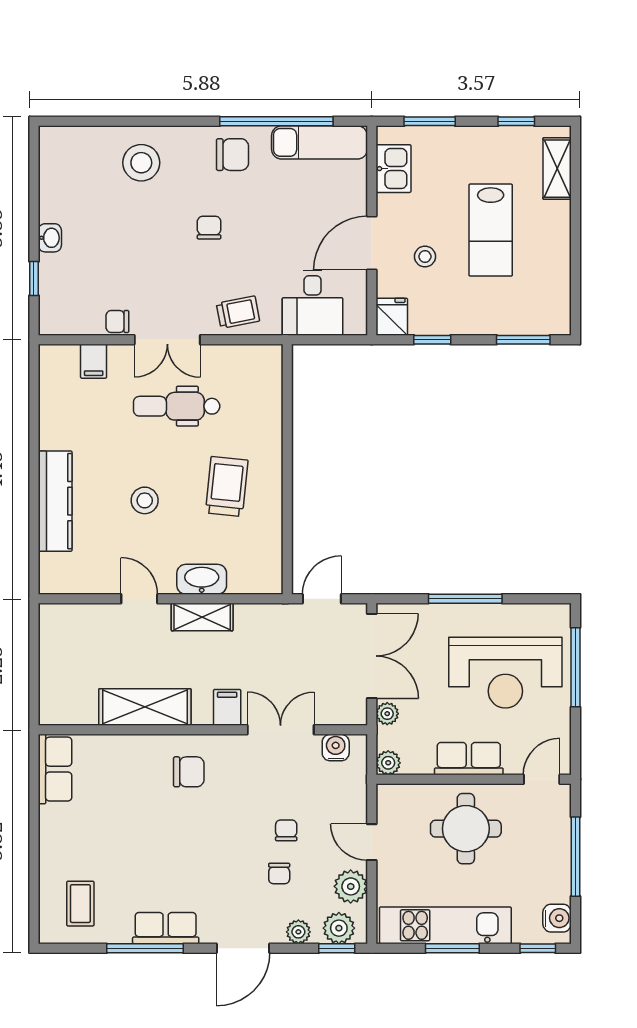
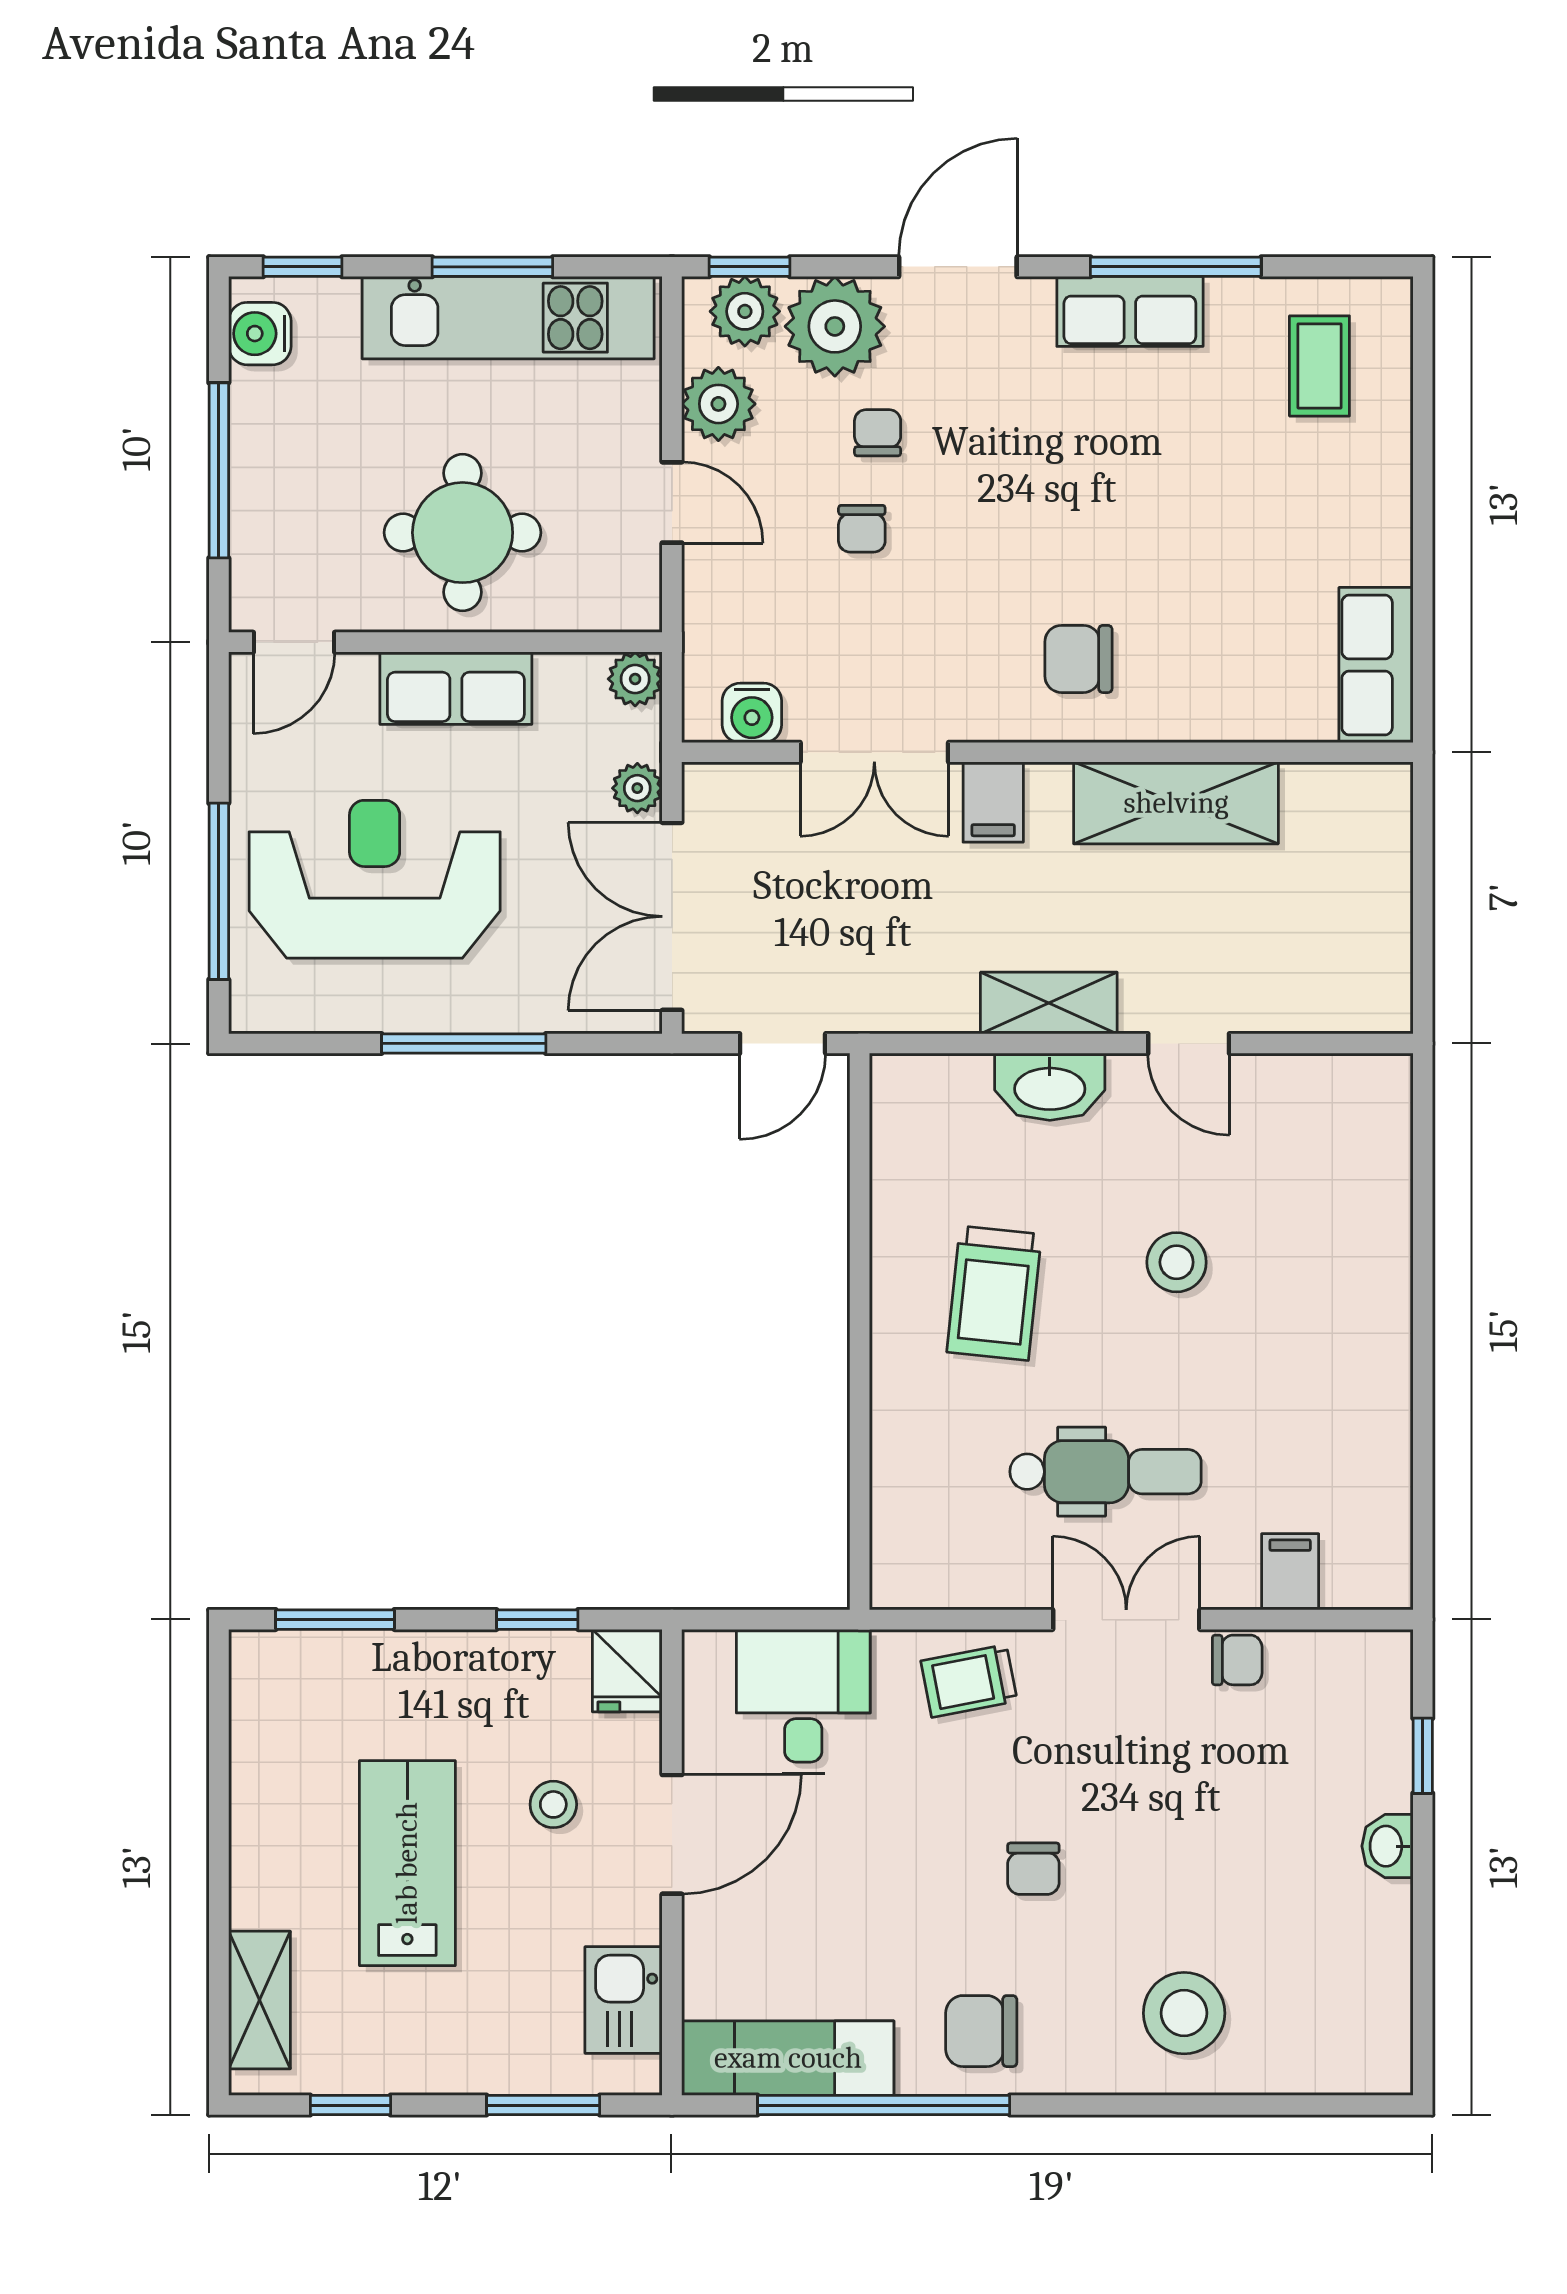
kitchen counter: (55, 501) -> (1376, 1261), removed
plant: (298, 932) -> (835, 326), width x1.88, depth x1.88

